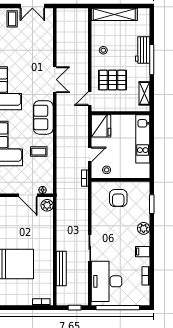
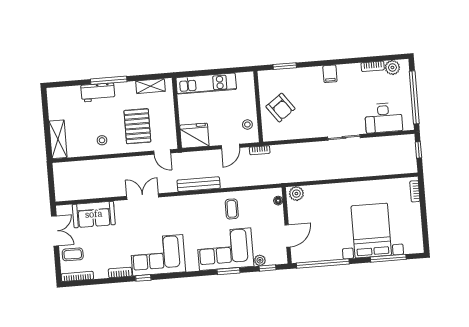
shelving: (114, 14) -> (58, 139), width x0.68
sofa: (43, 117) -> (94, 214), moved
door: (90, 155) -> (230, 147), swing flipped
door: (28, 195) -> (287, 236), moved
armchair: (118, 198) -> (281, 108), turned 54
plant: (144, 228) -> (392, 67), moved
filing cabinet: (143, 252) -> (330, 74), moved
bench: (61, 268) -> (199, 184), moved
desk: (107, 281) -> (384, 118), width x0.73, depth x0.77

